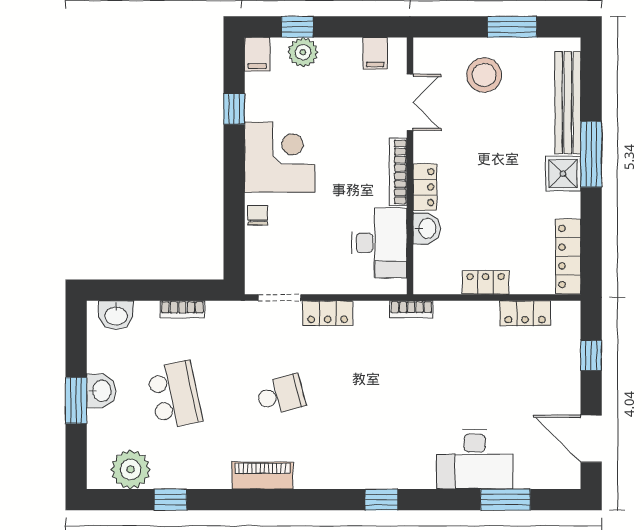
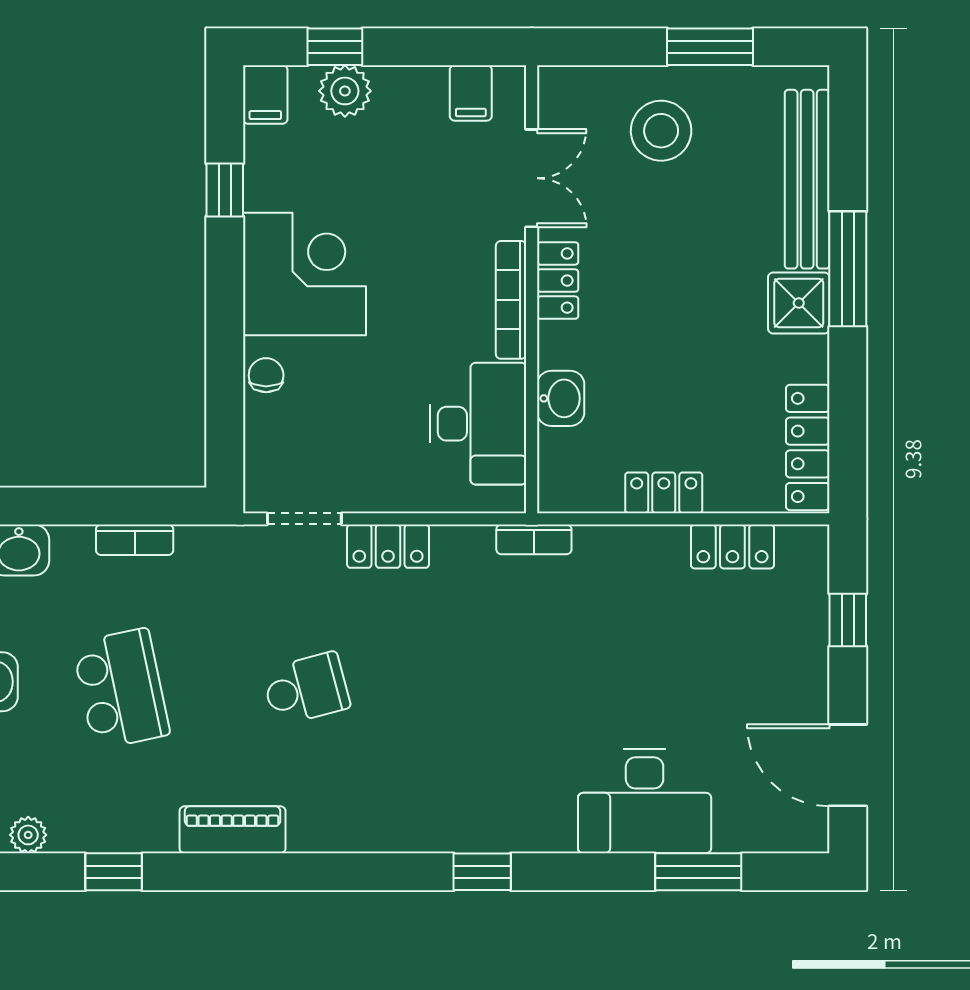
locker: (425, 187) -> (558, 281), moved
plant: (131, 469) -> (28, 835), width x0.53, depth x0.53
piano: (262, 476) -> (233, 830), moved

